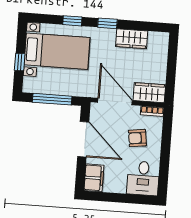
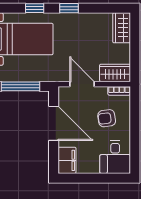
wardrobe: (132, 39) -> (122, 28), moved, turned 90
door: (115, 102) -> (82, 84), width x0.73

